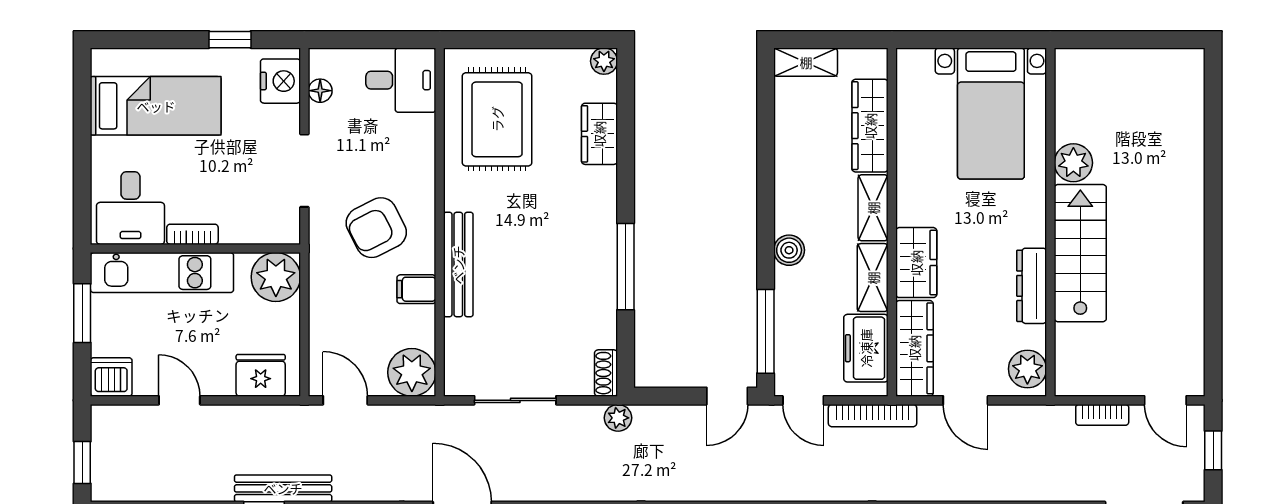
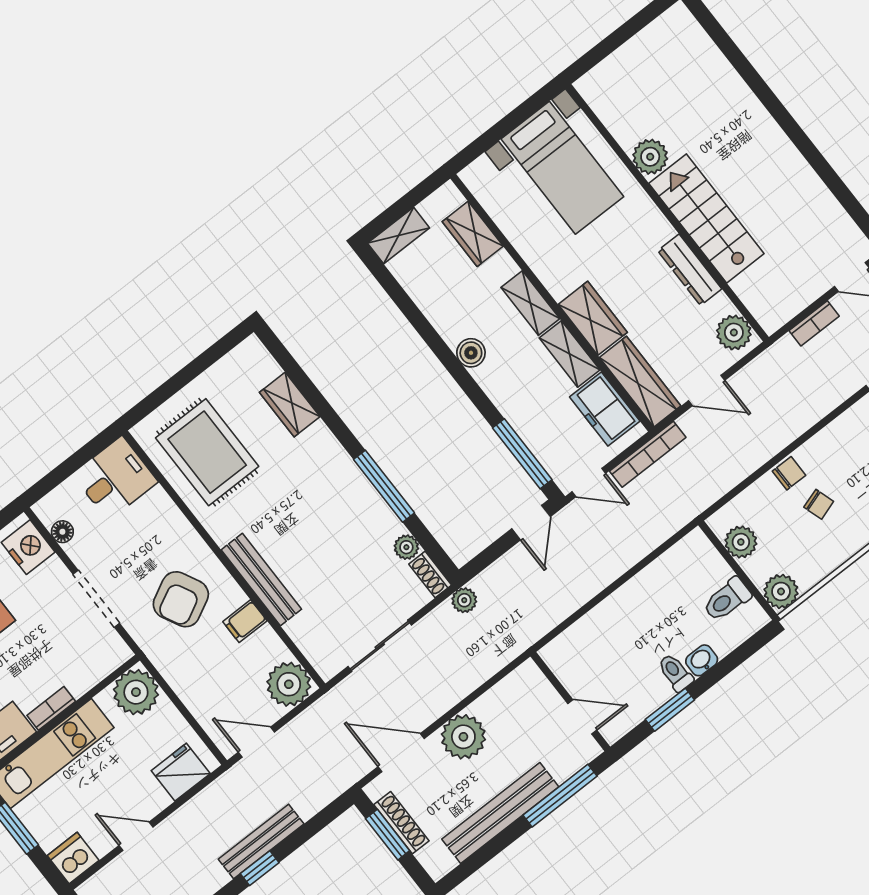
plant: (604, 61) -> (406, 547), moved
wardrobe: (870, 126) -> (473, 234), width x0.67
boiler: (789, 250) -> (471, 353), moved

